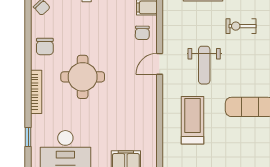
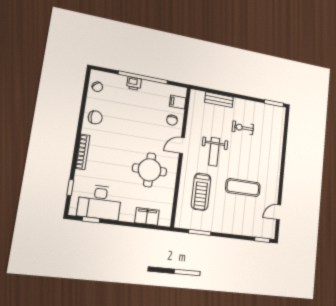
chair: (45, 47) -> (95, 117), turned -90
round table: (83, 77) -> (150, 170), moved
treadmill: (192, 120) -> (201, 192), turned 180

